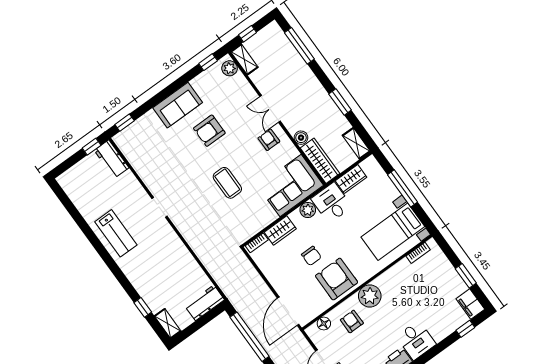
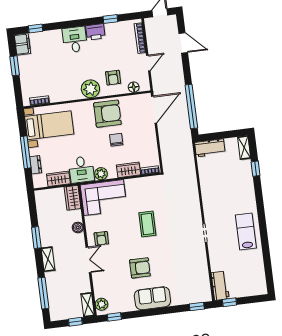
shelving: (356, 143) -> (48, 259), moved
wardrobe: (320, 161) -> (73, 198), width x0.67
dresser: (384, 181) -> (36, 165), added
armchair: (336, 279) -> (107, 114), turned -90

